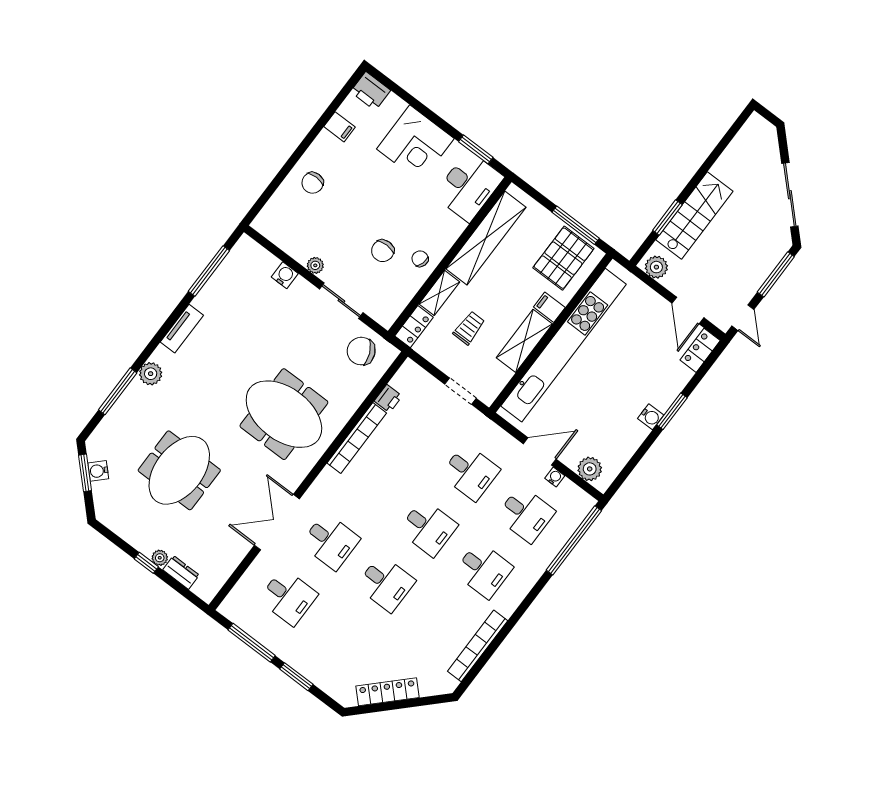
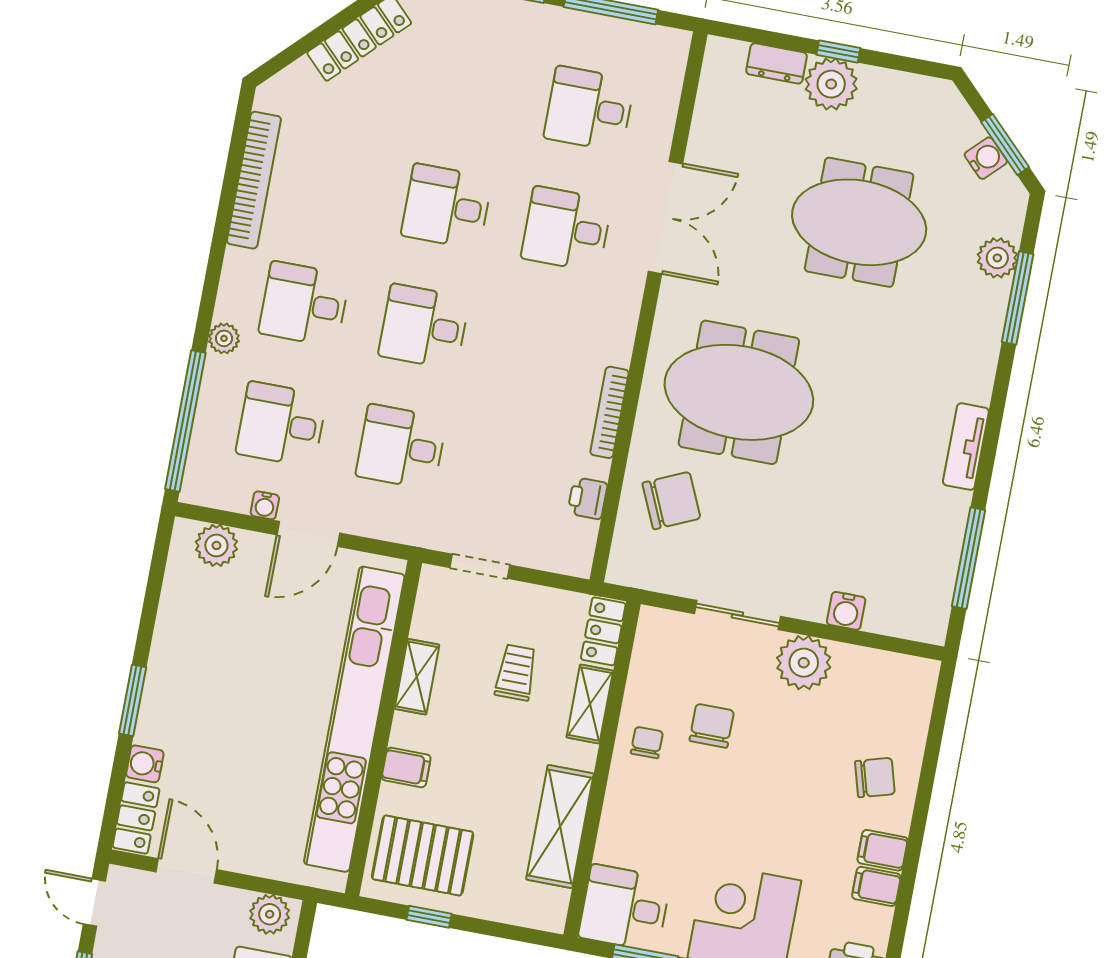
filing cabinet: (327, 144) -> (883, 850), added
chair: (313, 183) -> (875, 778), turned 74
desk: (469, 186) -> (625, 908), width x0.73
window: (576, 225) -> (429, 917), width x0.46
shelving: (486, 238) -> (560, 827), width x0.68
pallet: (563, 258) -> (423, 855), turned 90
chair: (420, 259) -> (647, 742), turned -106
plant: (315, 265) -> (804, 663), width x1.87, depth x1.87
trolley: (469, 328) -> (516, 672), turned 180
shelving: (524, 341) -> (417, 677), width x0.67, depth x0.75
chair: (361, 351) -> (671, 501), moved
plant: (151, 374) -> (997, 258), moved
water cooler: (651, 417) -> (145, 764), moved
bookcase: (357, 438) -> (609, 412), width x0.68, depth x0.76
meeting table: (179, 470) -> (859, 222), turned 90
plant: (160, 558) -> (831, 84), width x1.87, depth x1.87
plant: (533, 573) -> (224, 338), added

